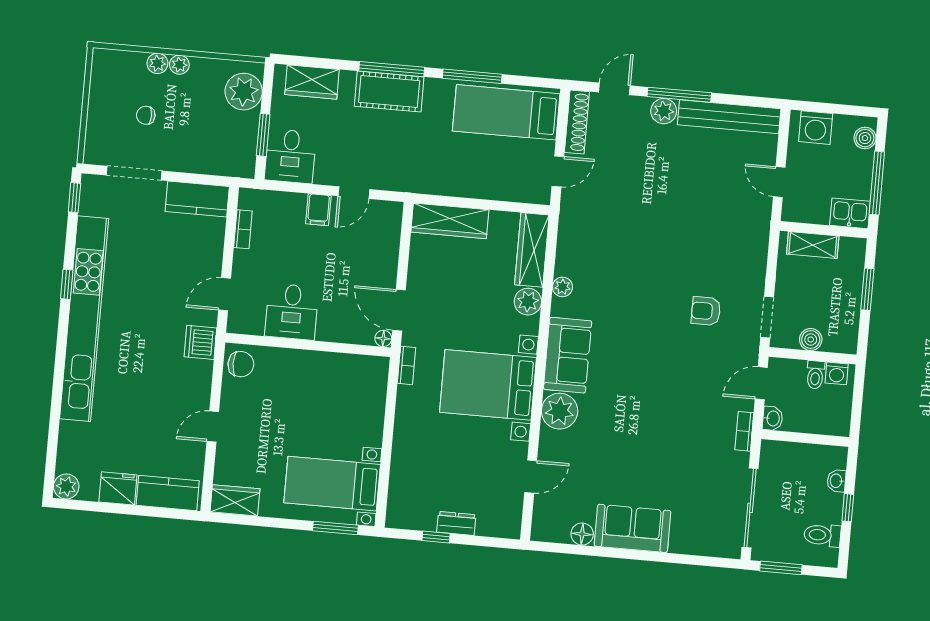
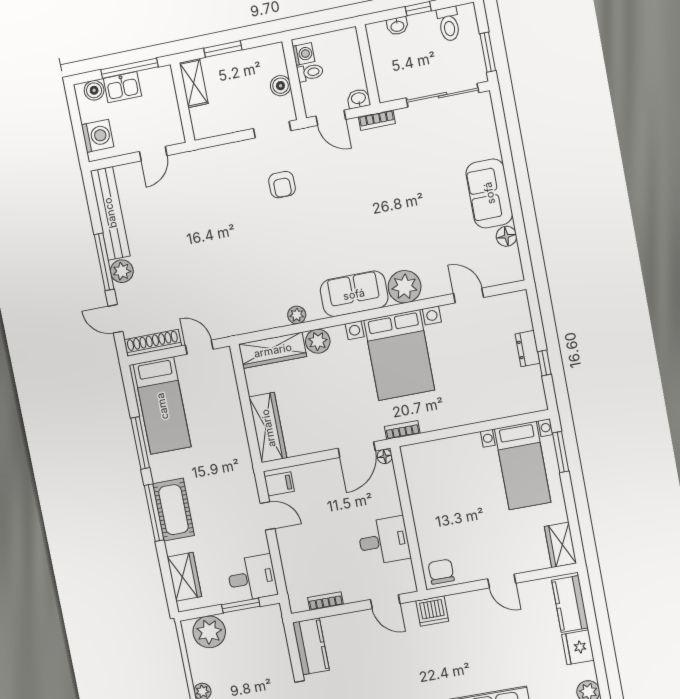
filing cabinet: (318, 210) -> (279, 484), moved
kitchen sink: (850, 213) -> (122, 87), moved, turned -90
shelving: (813, 245) -> (194, 83), moved

